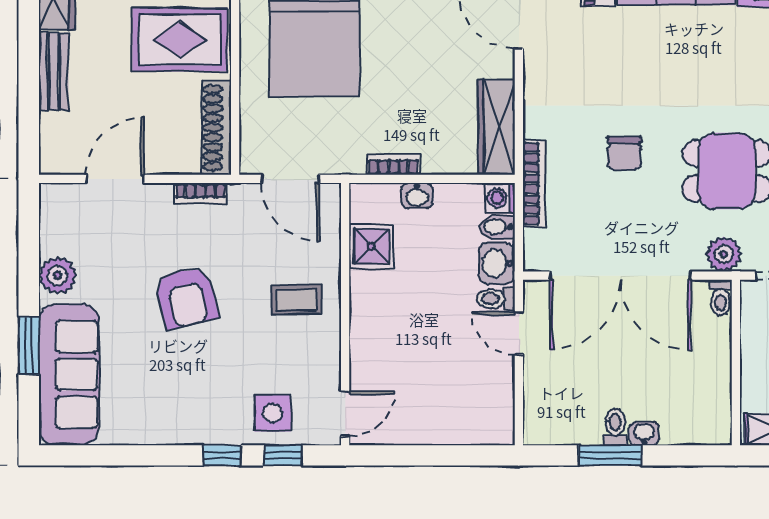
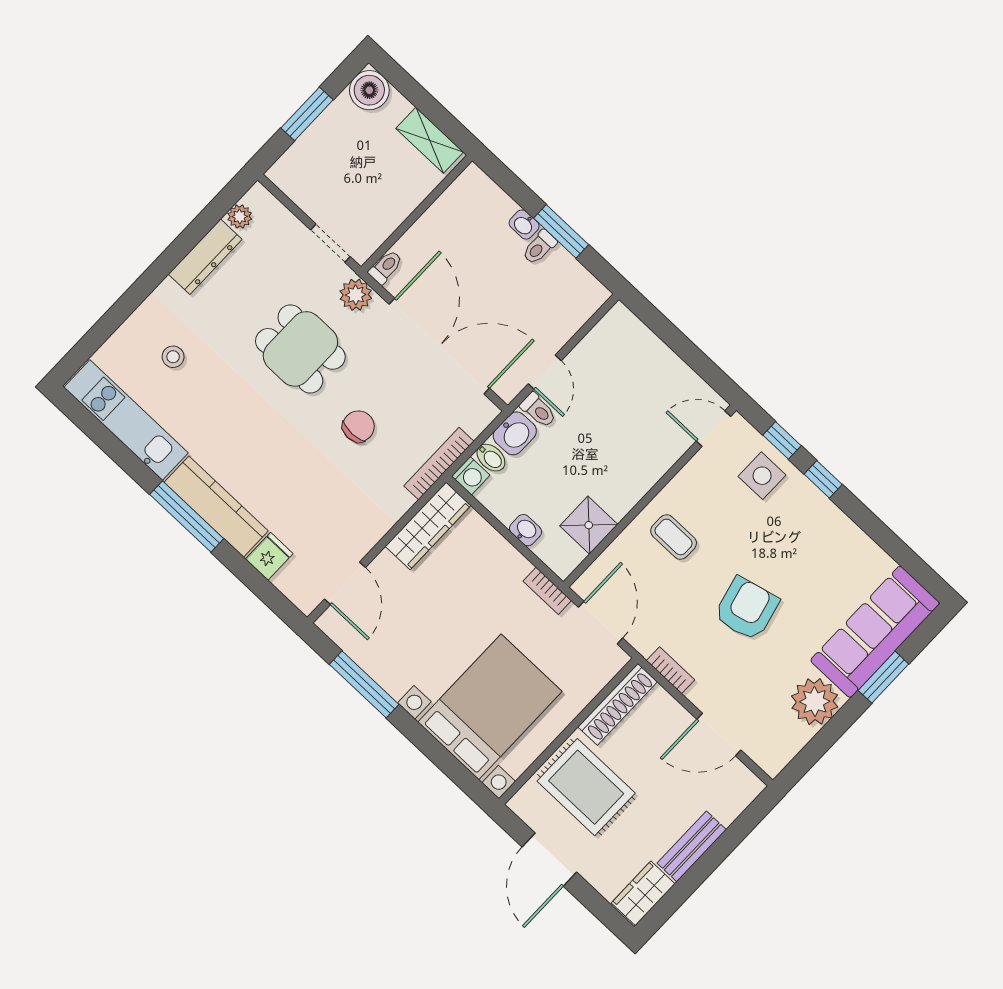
bookcase: (393, 164) -> (547, 591), moved
plant: (58, 275) -> (815, 702), width x1.36, depth x1.36

